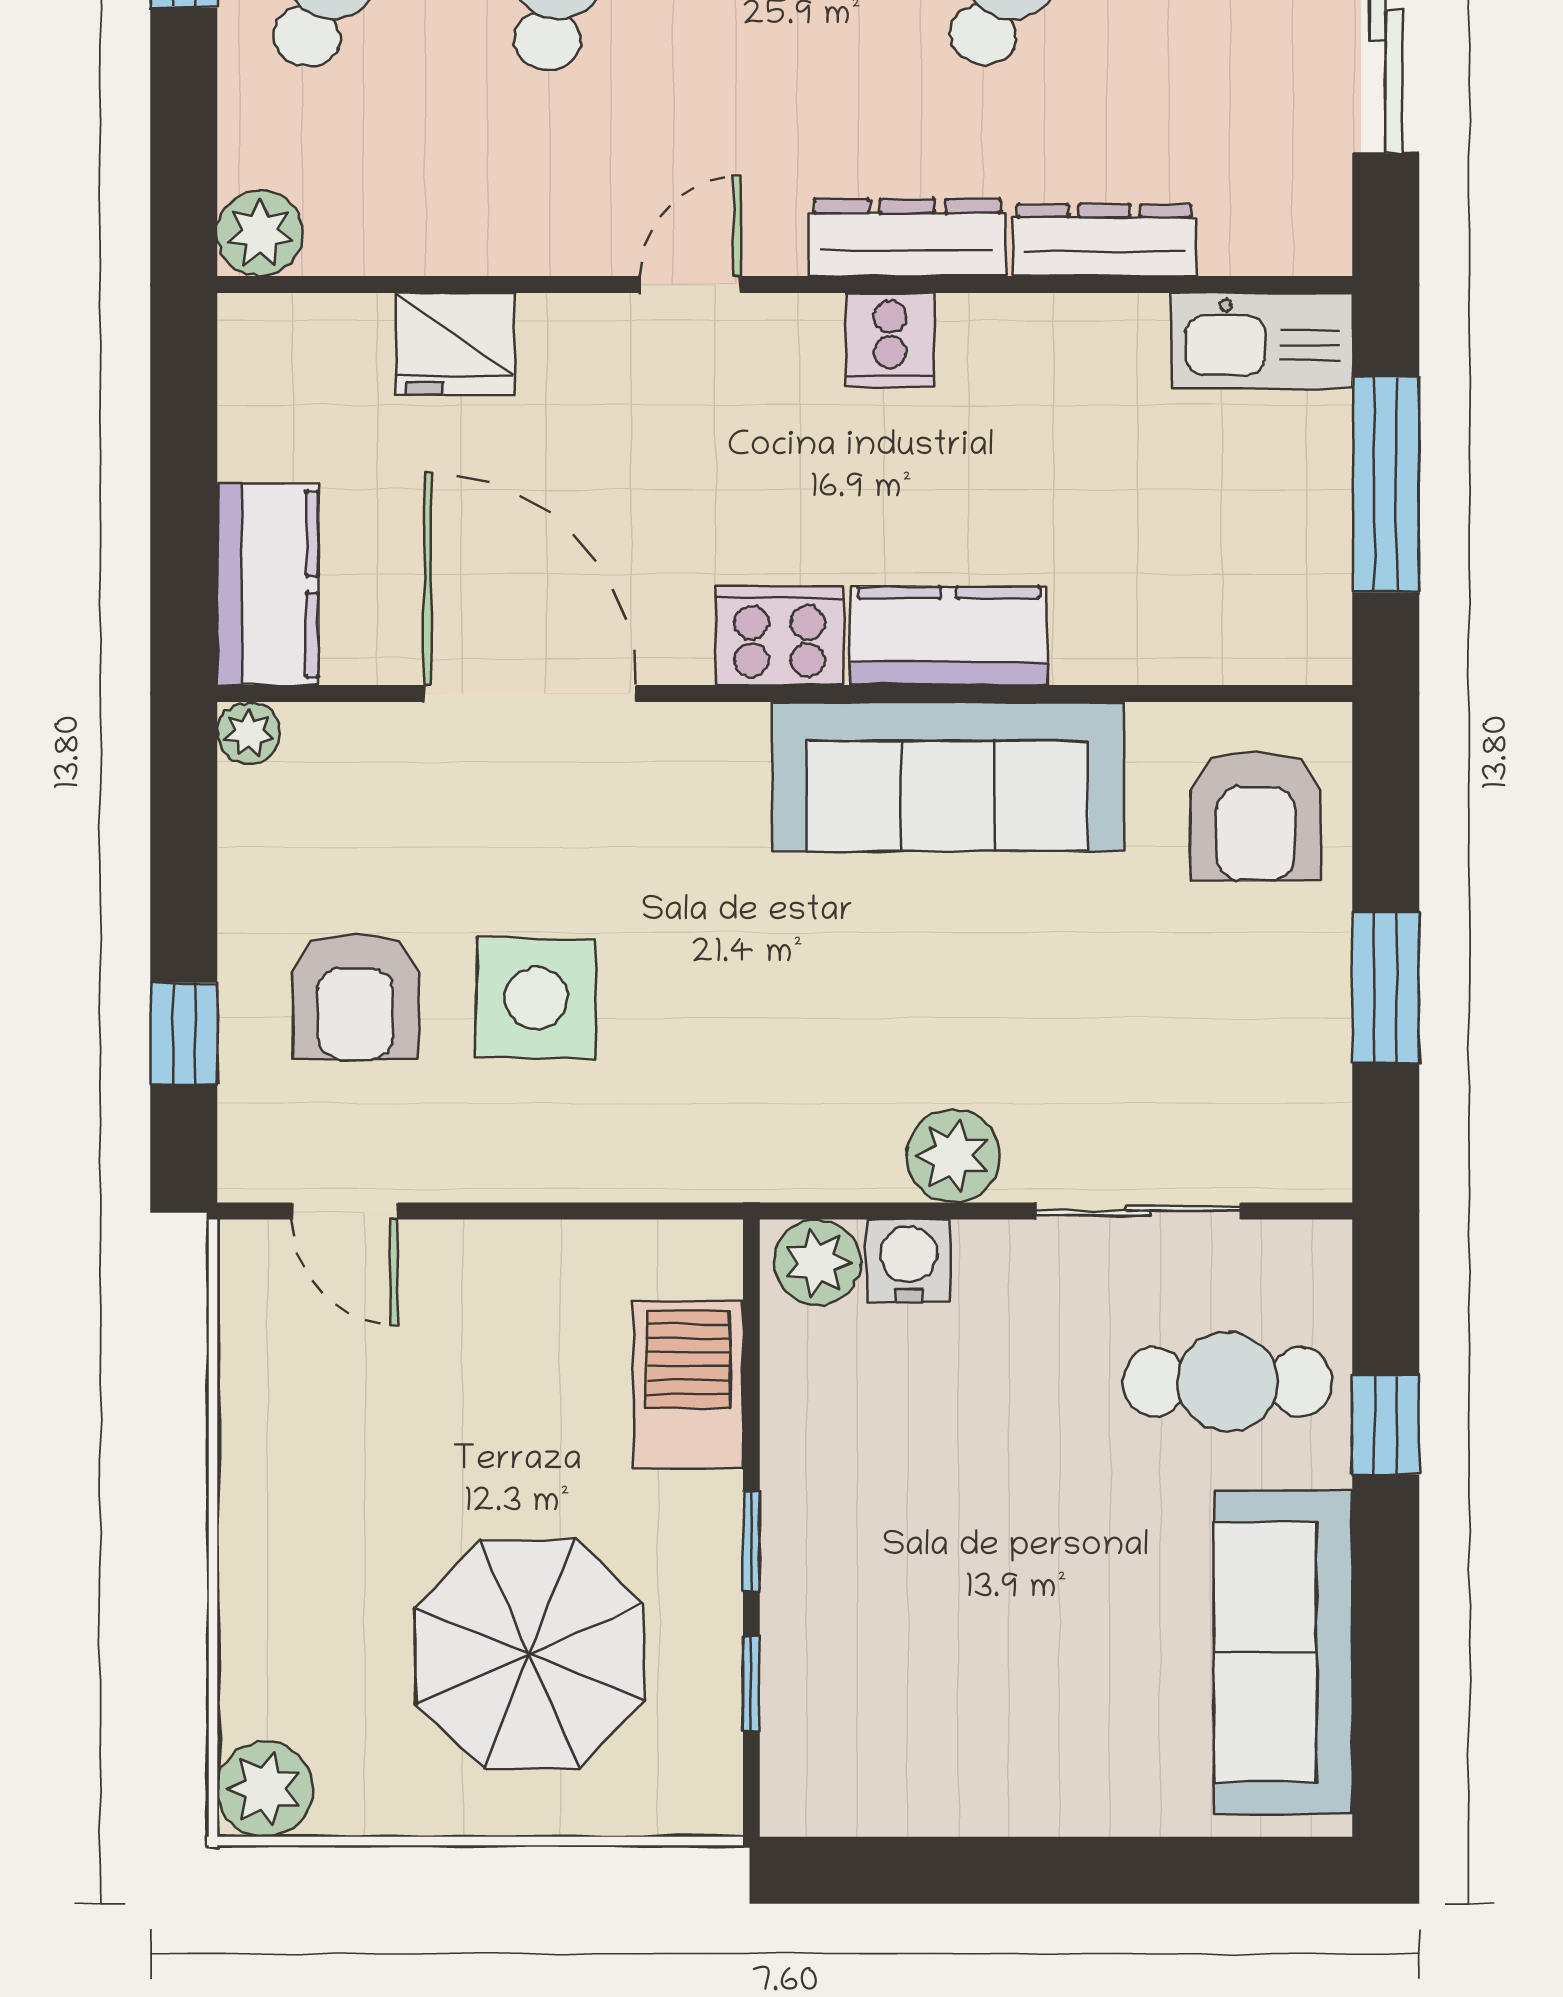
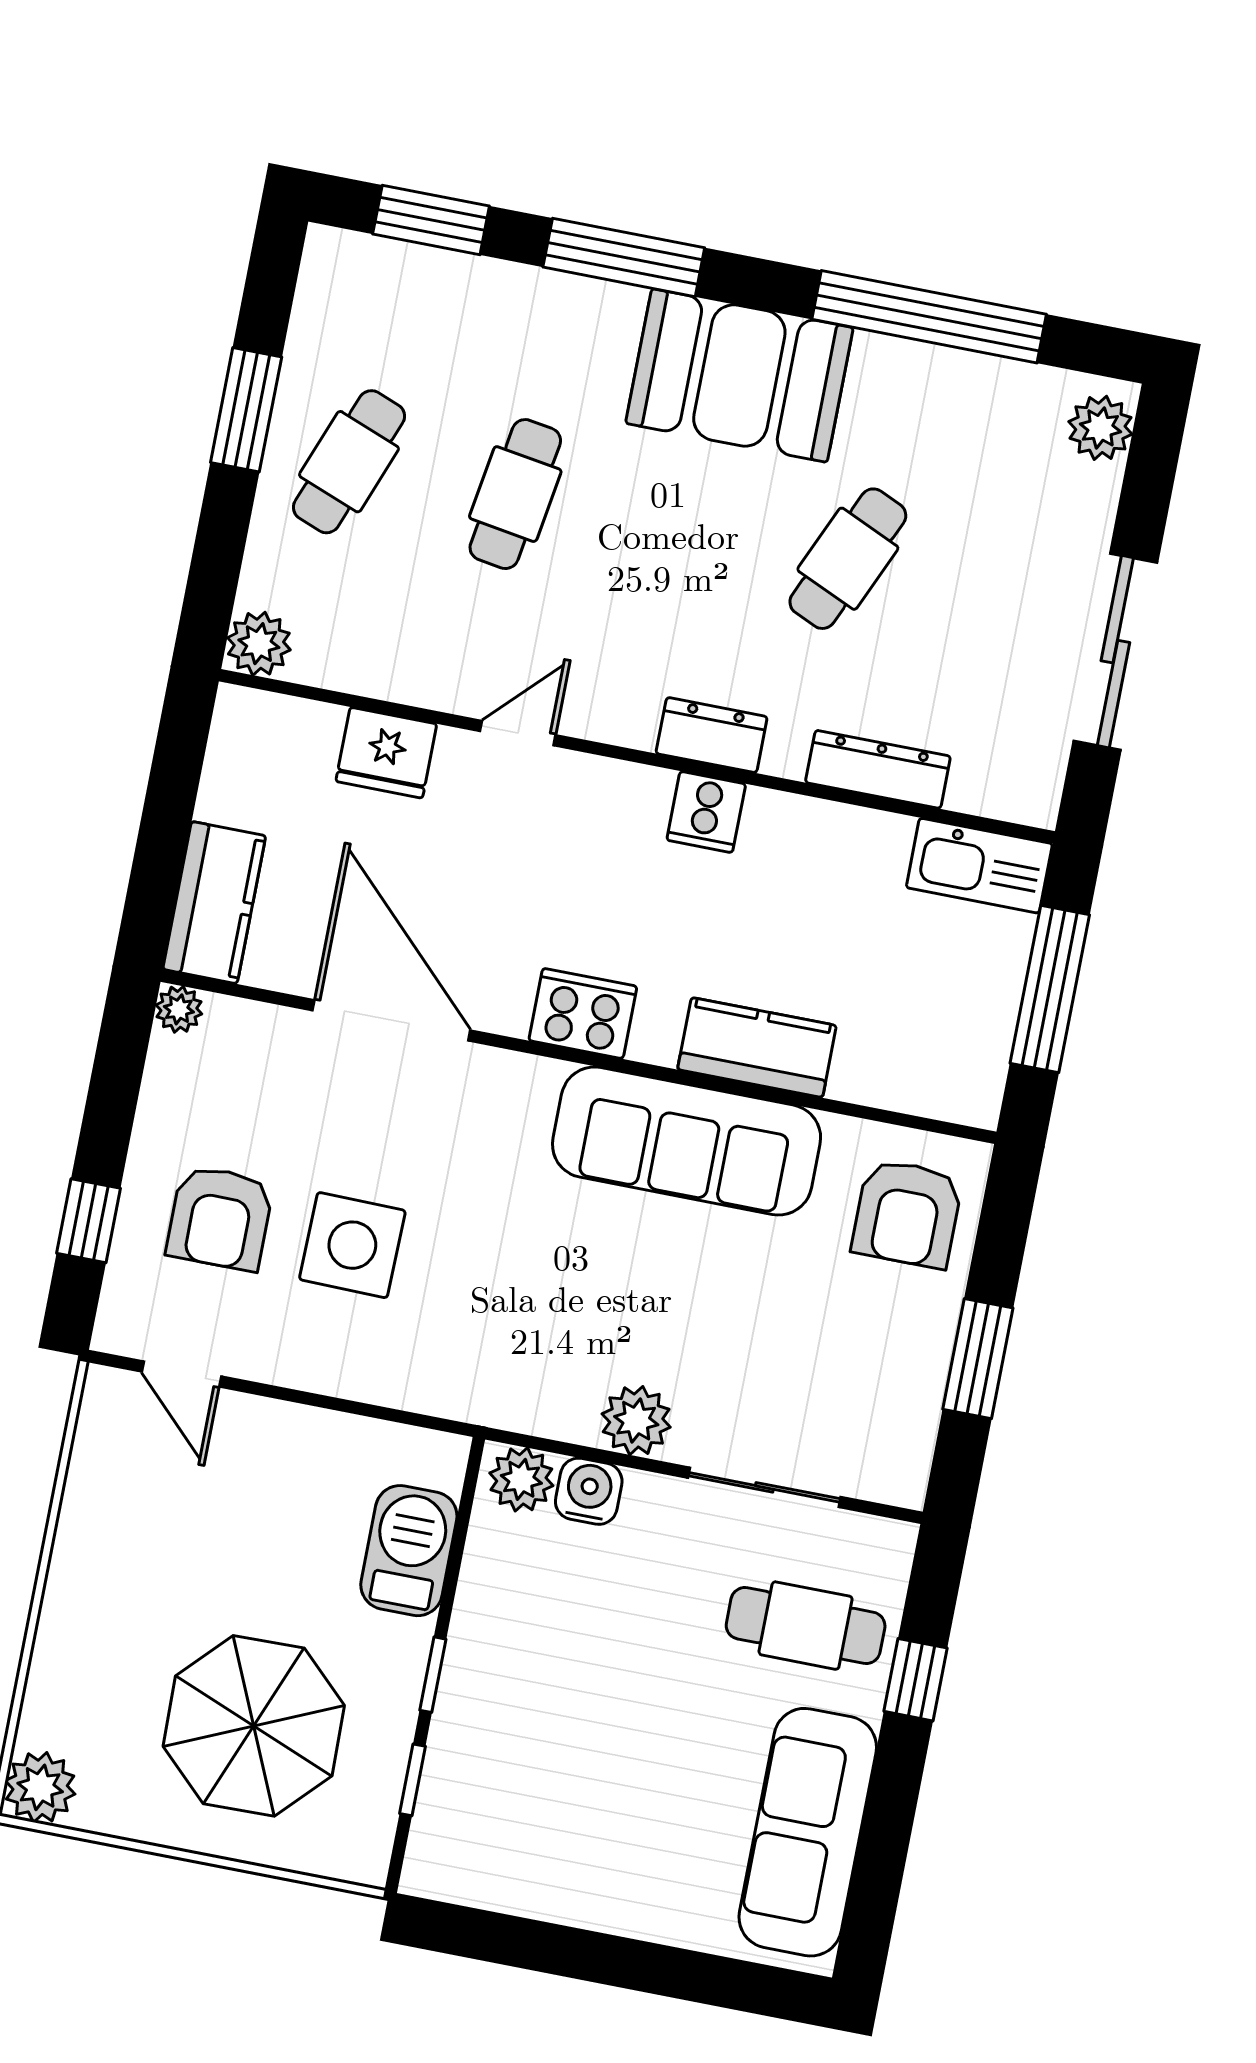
dresser: (907, 238) -> (712, 735), width x0.70
door: (691, 285) -> (518, 733), moved
kitchen counter: (949, 636) -> (757, 1047), moved

